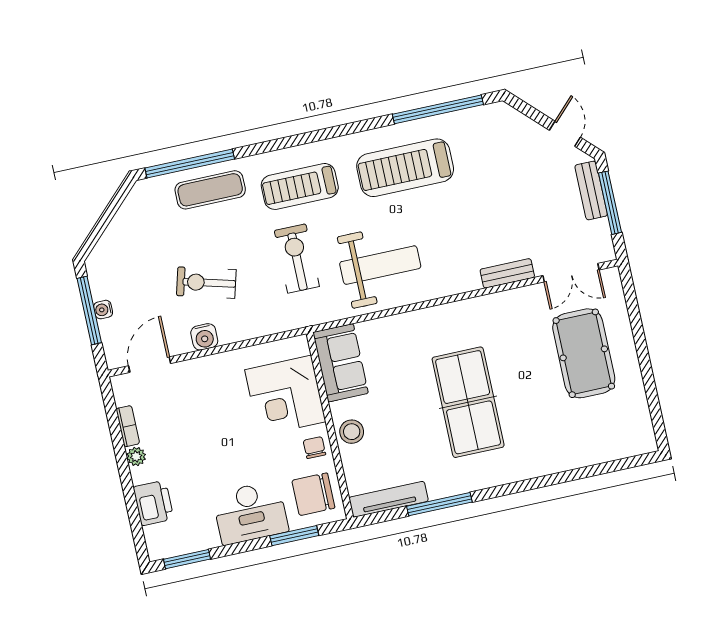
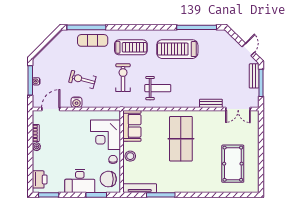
treadmill: (300, 186) -> (131, 47), turned 180
weight bench: (380, 265) -> (158, 88), width x0.73, depth x0.75
pool table: (584, 353) -> (233, 164), moved
table tennis table: (468, 402) -> (181, 139), moved
printer: (153, 503) -> (40, 179), moved

